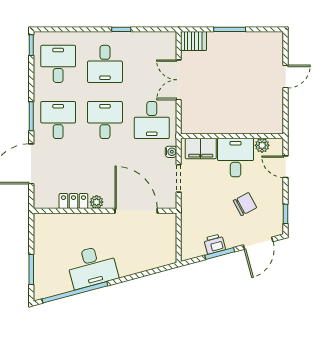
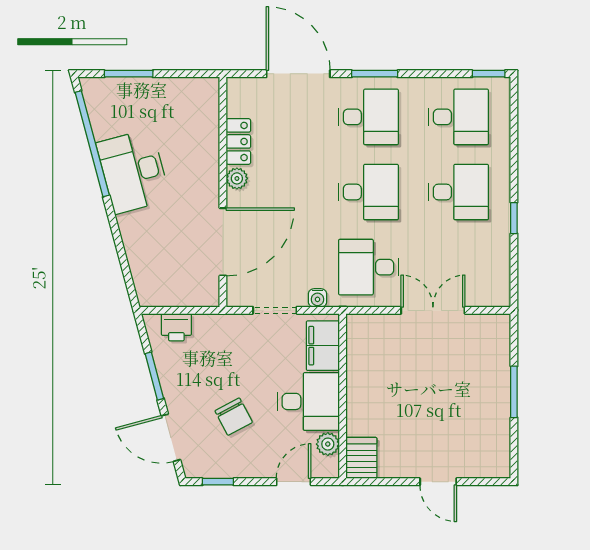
server rack: (194, 41) -> (361, 458), moved, turned 180
desk: (105, 64) -> (459, 192), turned 180
printer: (215, 244) -> (176, 327), moved, turned 105

